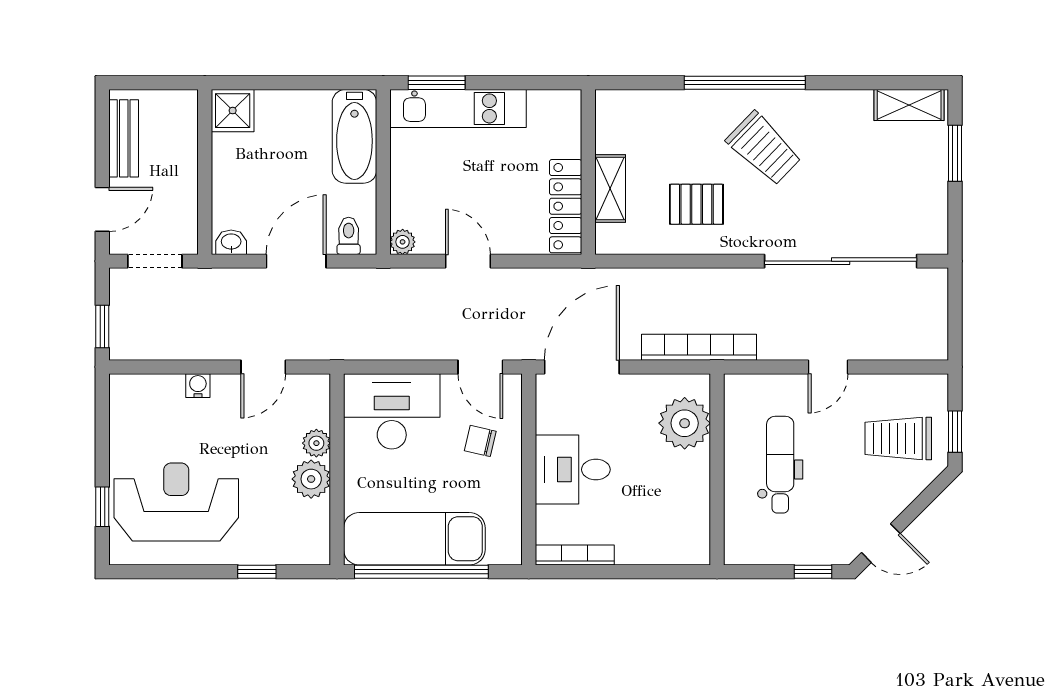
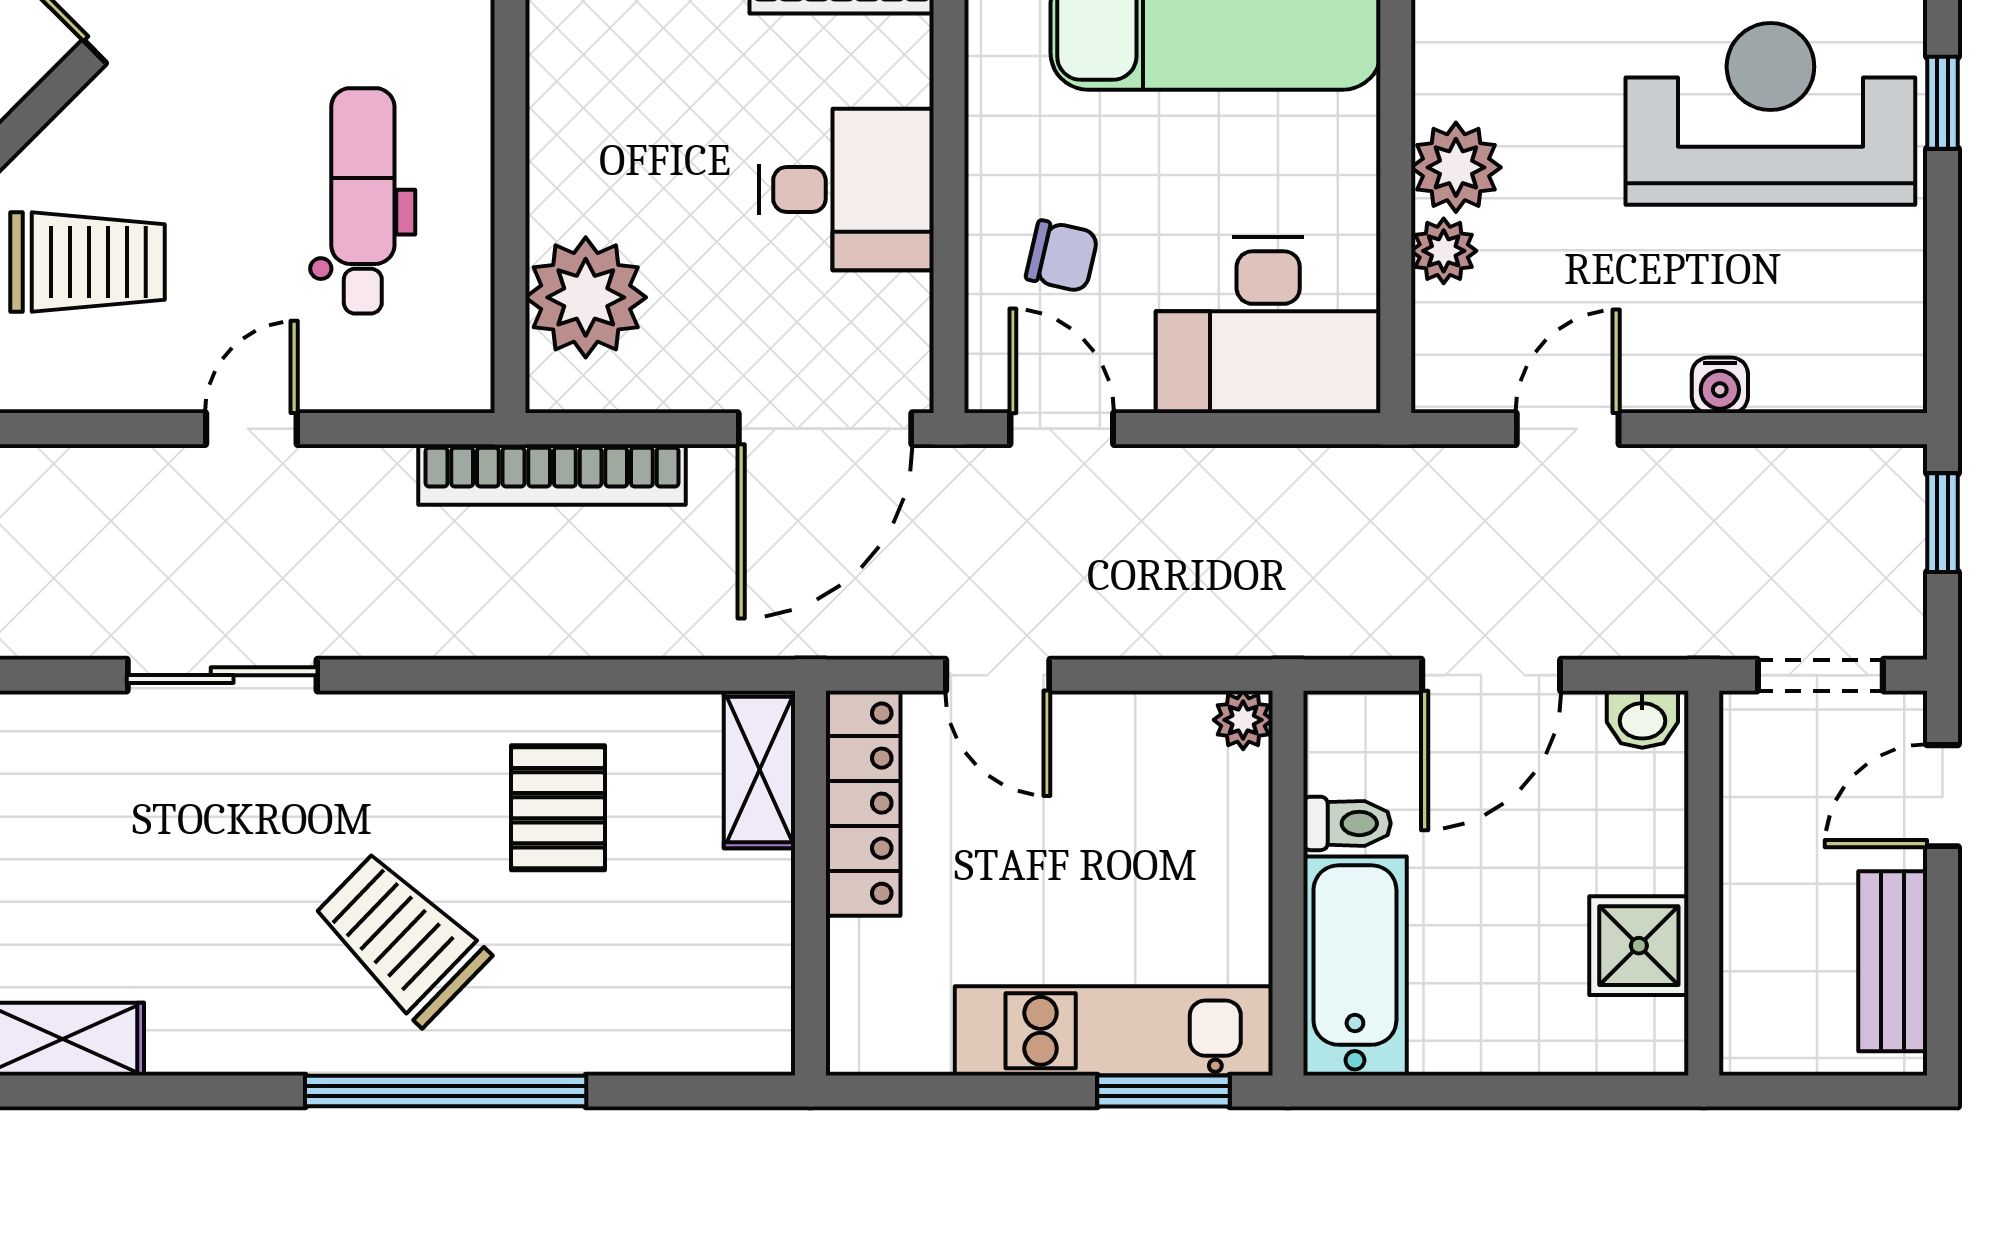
shower: (233, 111) -> (1639, 946), moved
shelving: (610, 188) -> (759, 769), moved
pallet: (696, 204) -> (558, 808), turned 90
toilet: (349, 236) -> (1347, 823), moved, turned -90
door: (468, 261) -> (998, 675), moved
sliding door: (841, 261) -> (222, 675), width x0.54
dental chair: (780, 465) -> (363, 201), turned 180
reception desk: (176, 502) -> (1770, 114), turned 180

